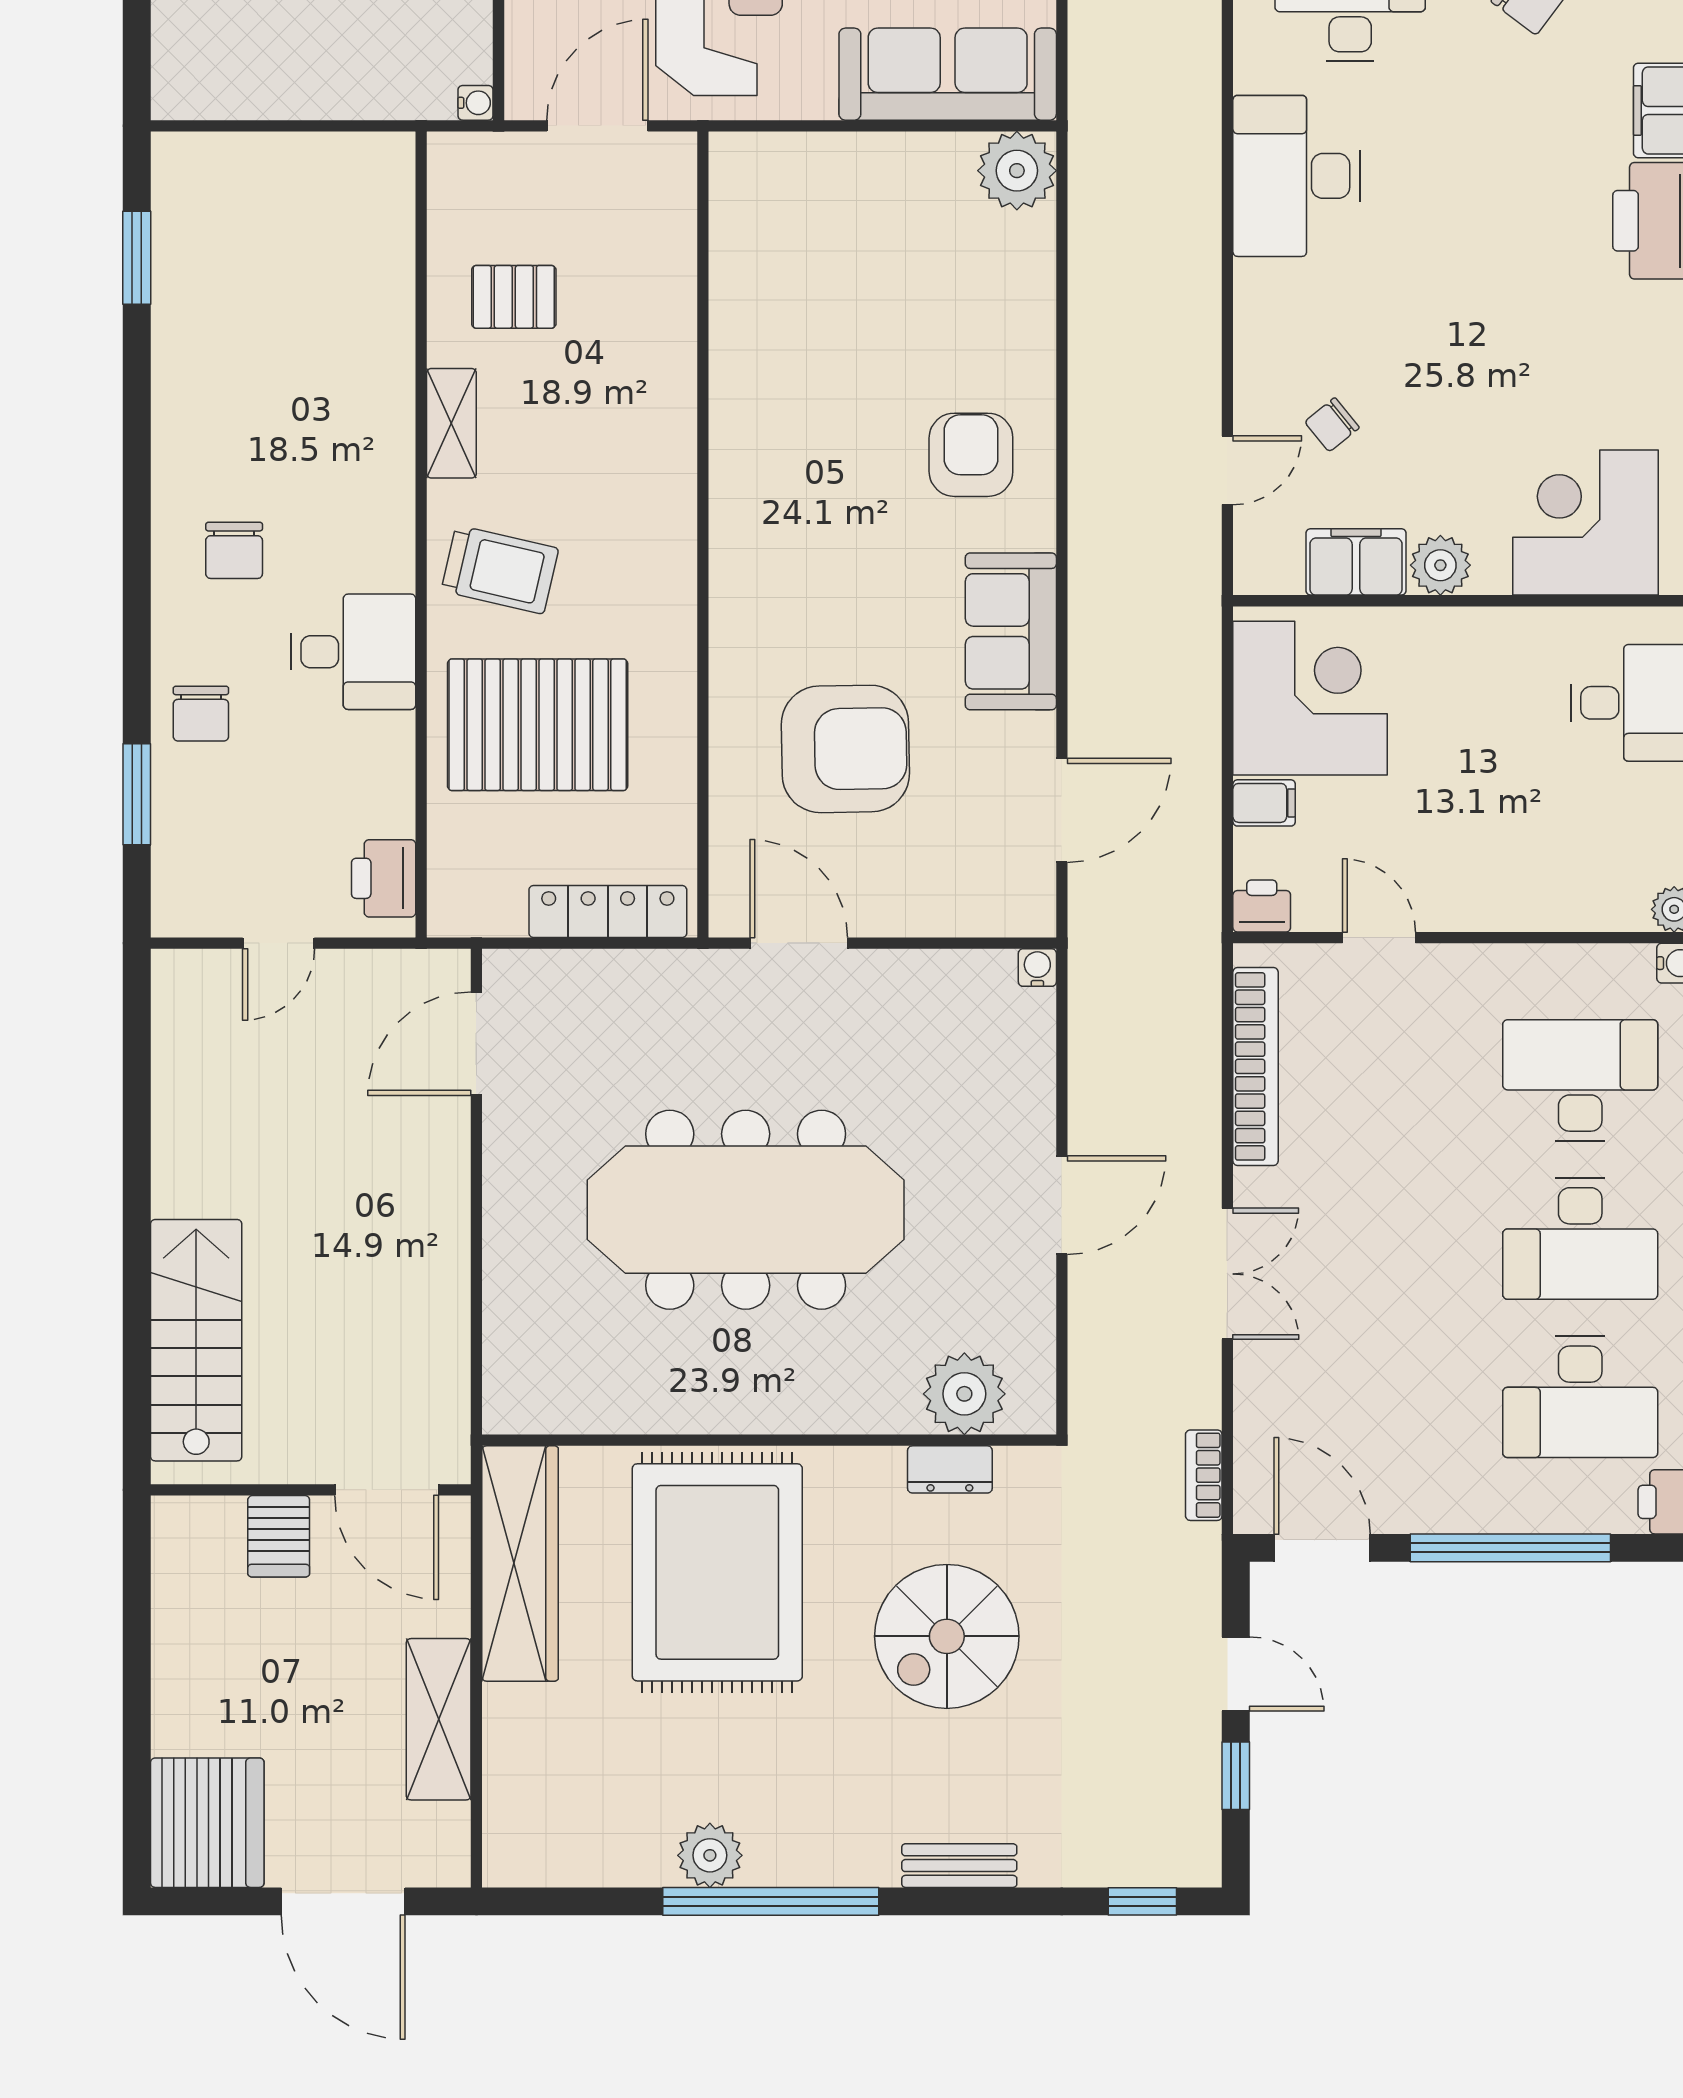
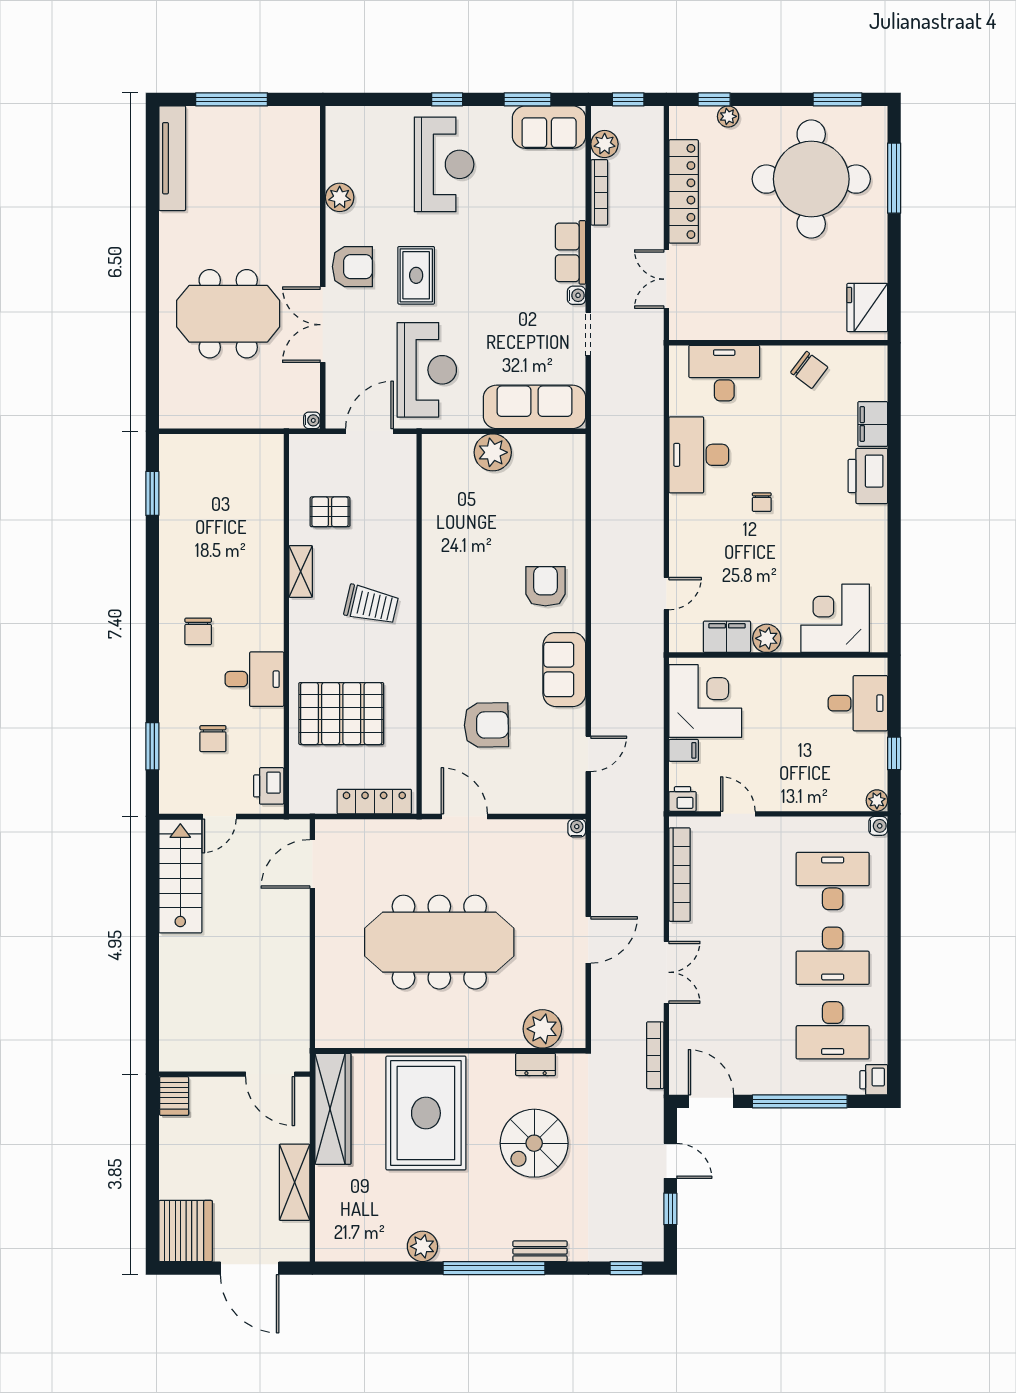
plant: (1017, 171) -> (493, 452), moved
chair: (1332, 425) -> (762, 502), moved, turned -51
trolley: (500, 570) -> (371, 605), moved
chair: (201, 714) -> (213, 739), moved
armchair: (845, 749) -> (486, 725), width x0.73, depth x0.73
door: (1062, 810) -> (588, 754), width x0.73
stairs: (196, 1340) -> (180, 876), moved
bookcase: (1204, 1475) -> (655, 1055), width x1.56
server rack: (279, 1536) -> (174, 1096), moved
window: (771, 1901) -> (494, 1268), moved

